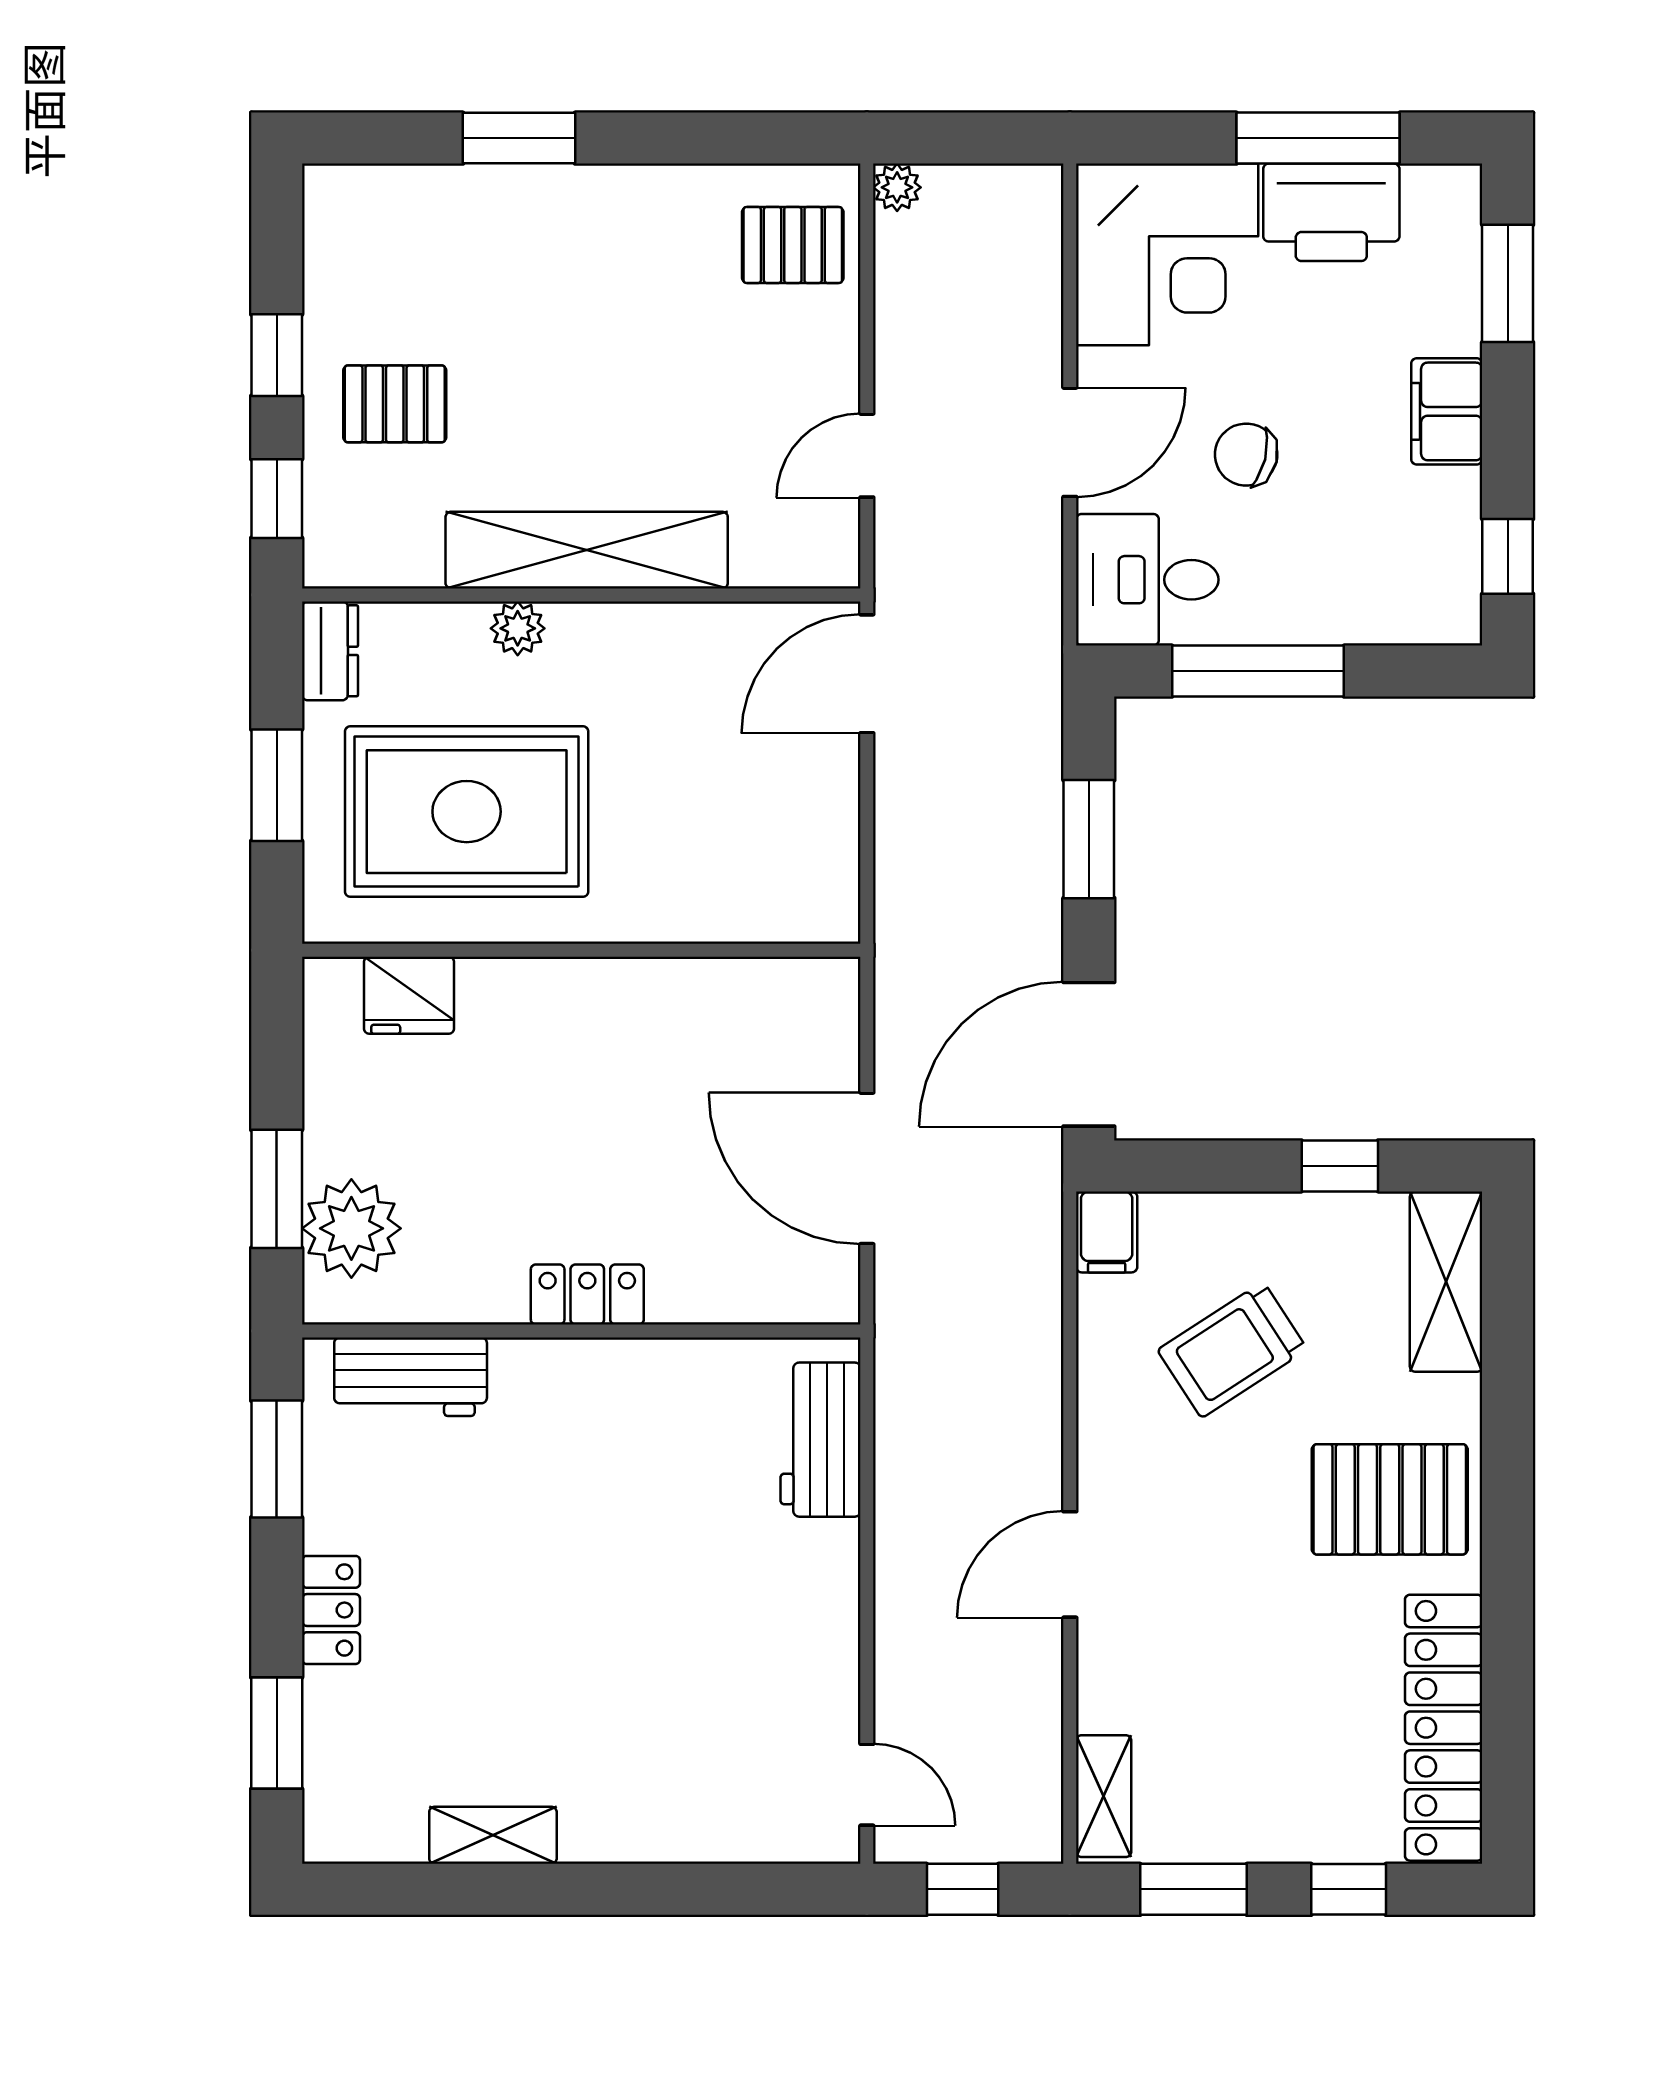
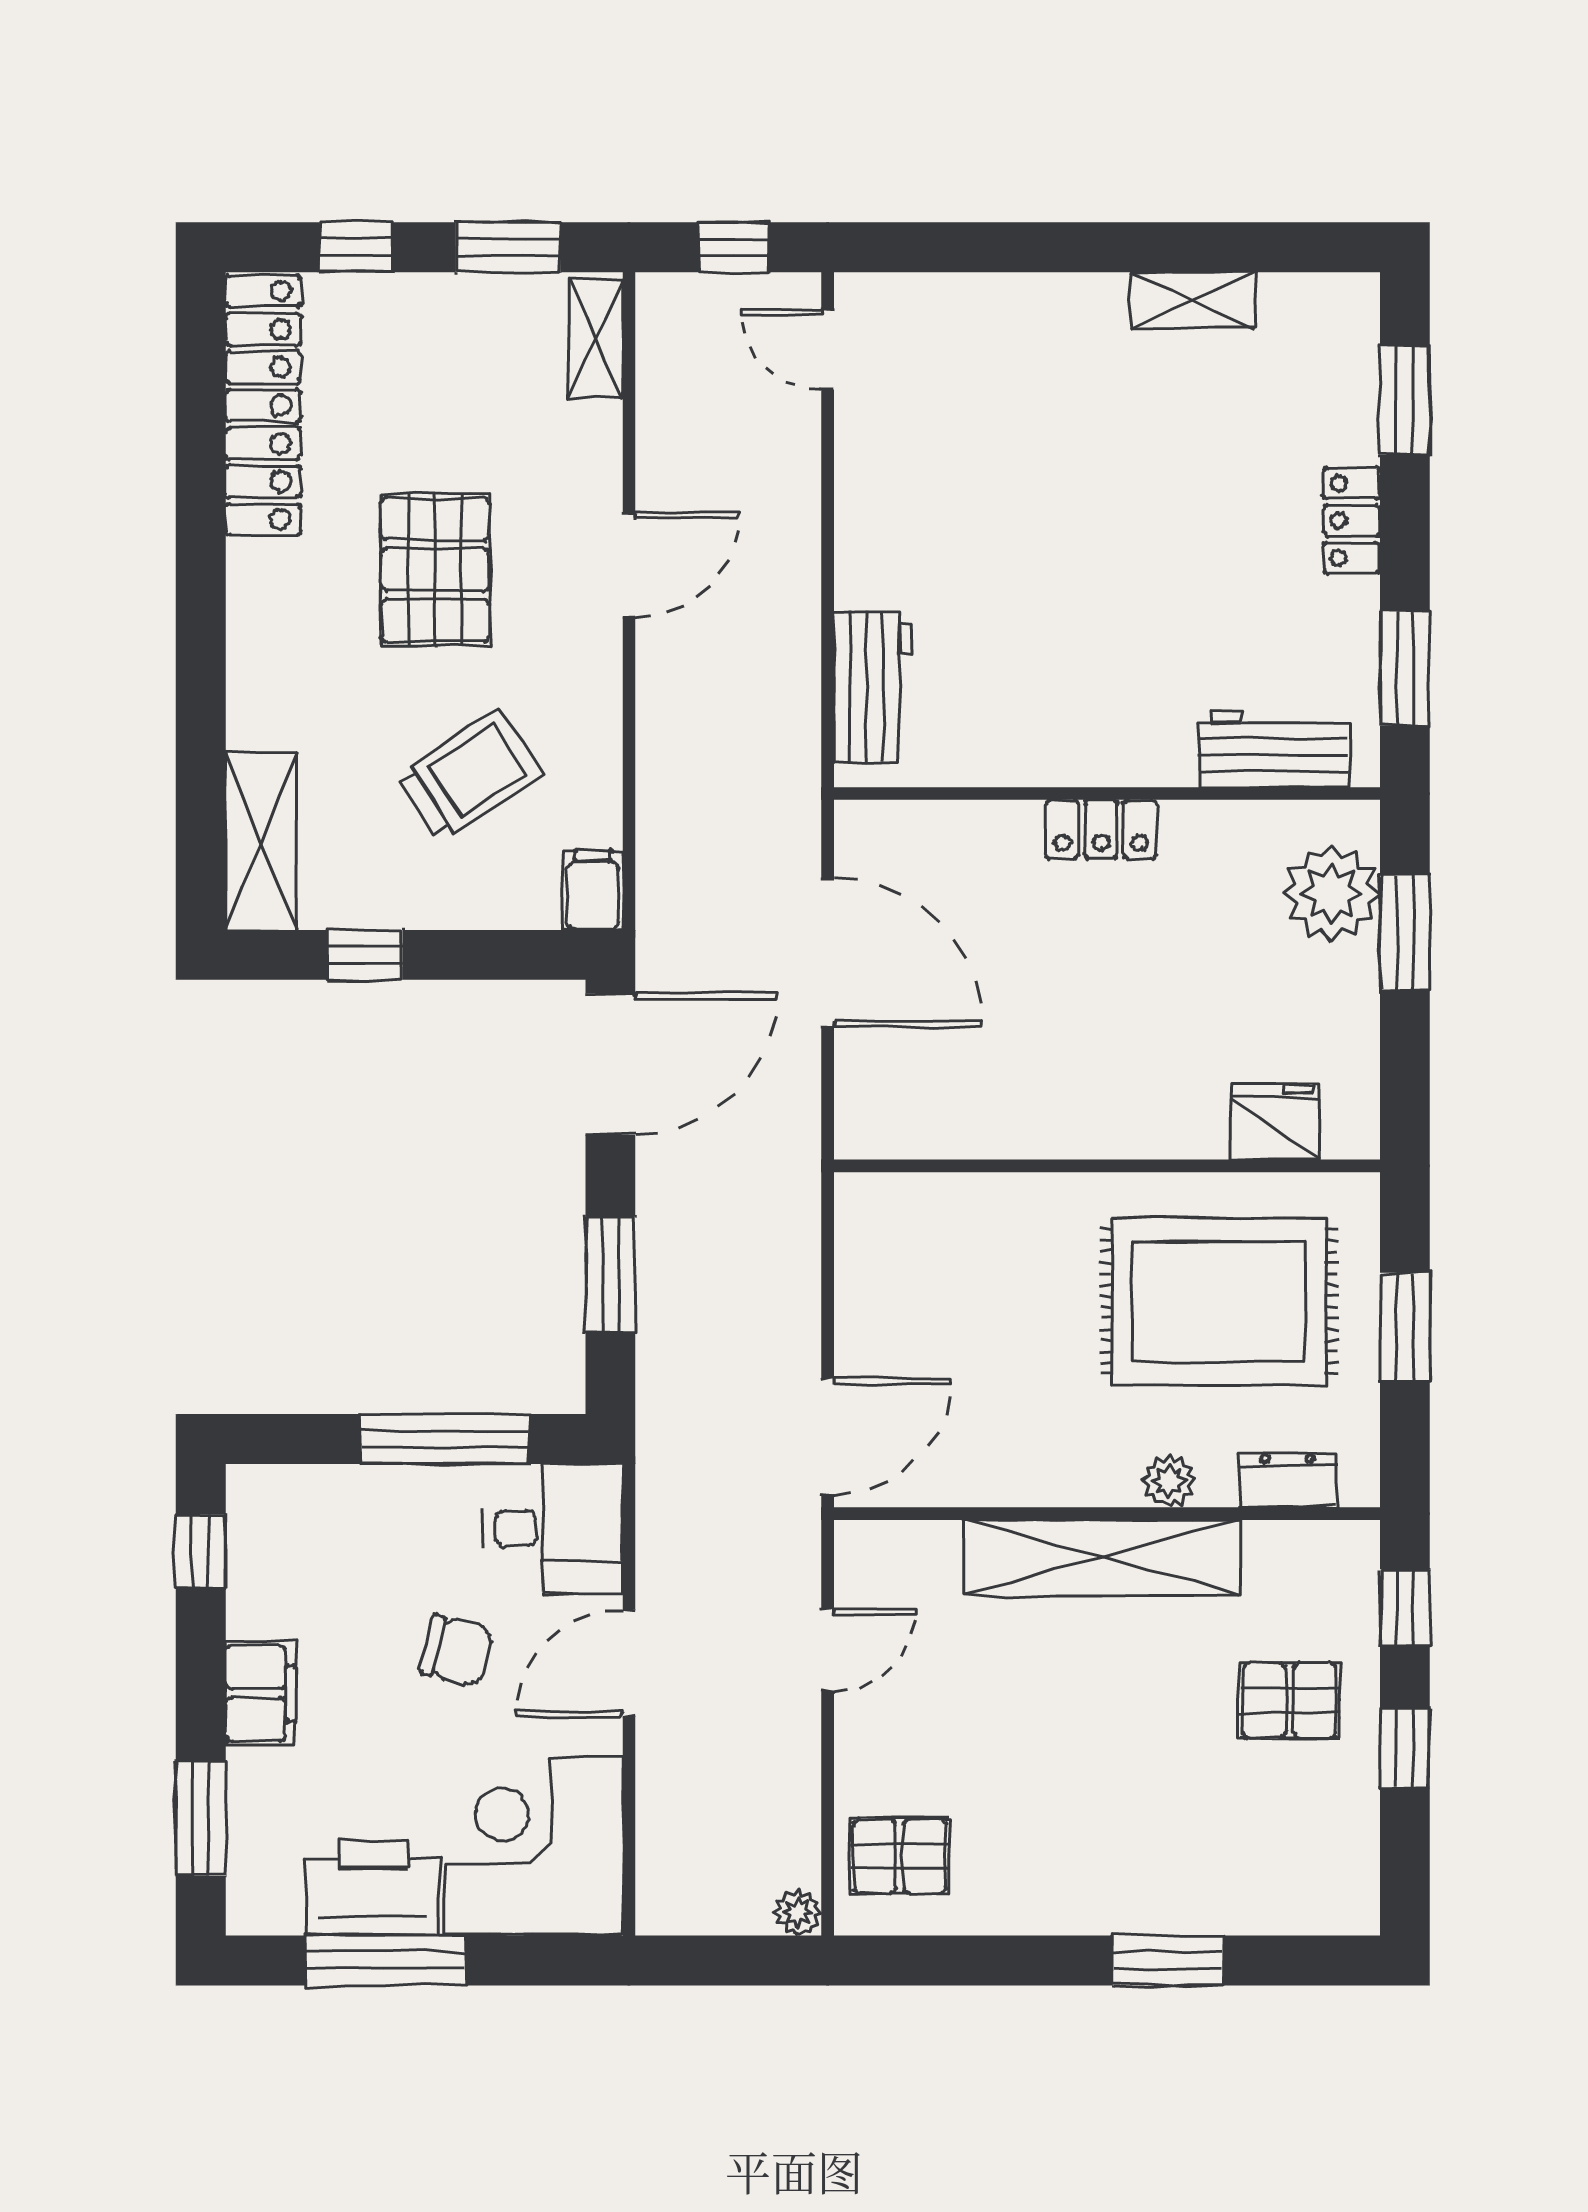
dresser: (330, 651) -> (1287, 1480), moved, turned 90
pallet: (1390, 1499) -> (435, 570), moved, turned 90

